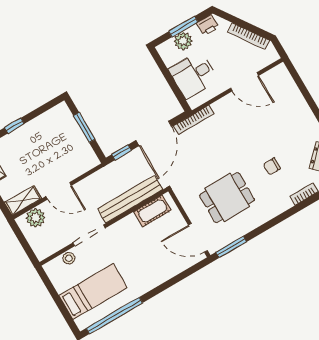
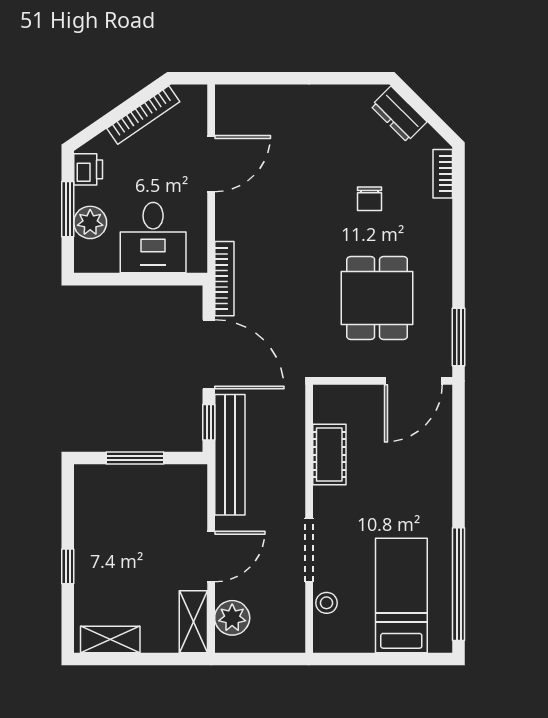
bench: (130, 199) -> (230, 455), moved
cot: (153, 211) -> (329, 455), moved

